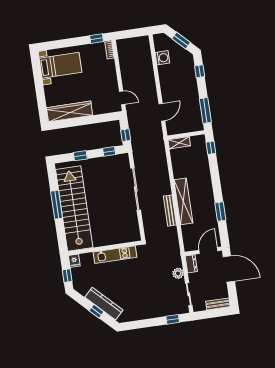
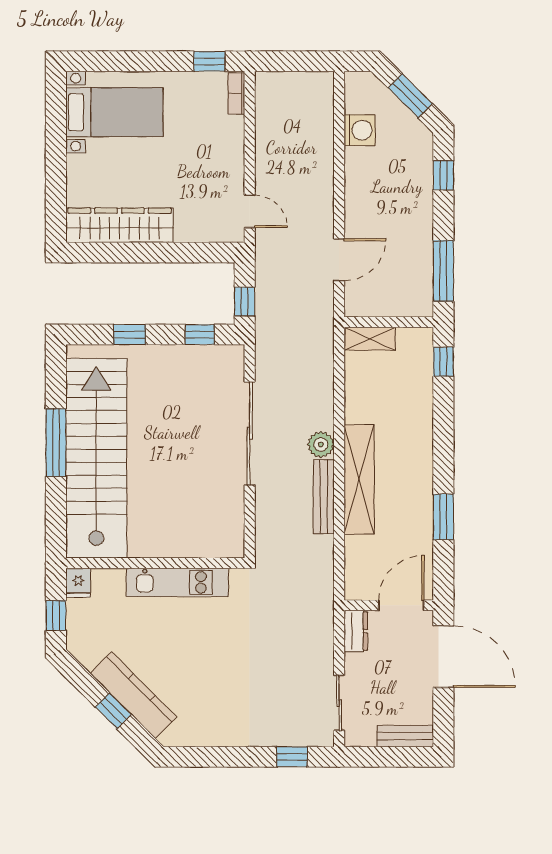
plant: (178, 273) -> (321, 444), moved

